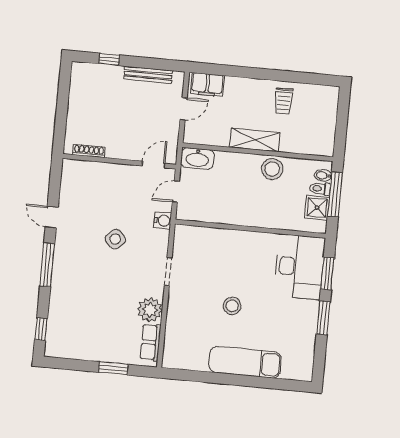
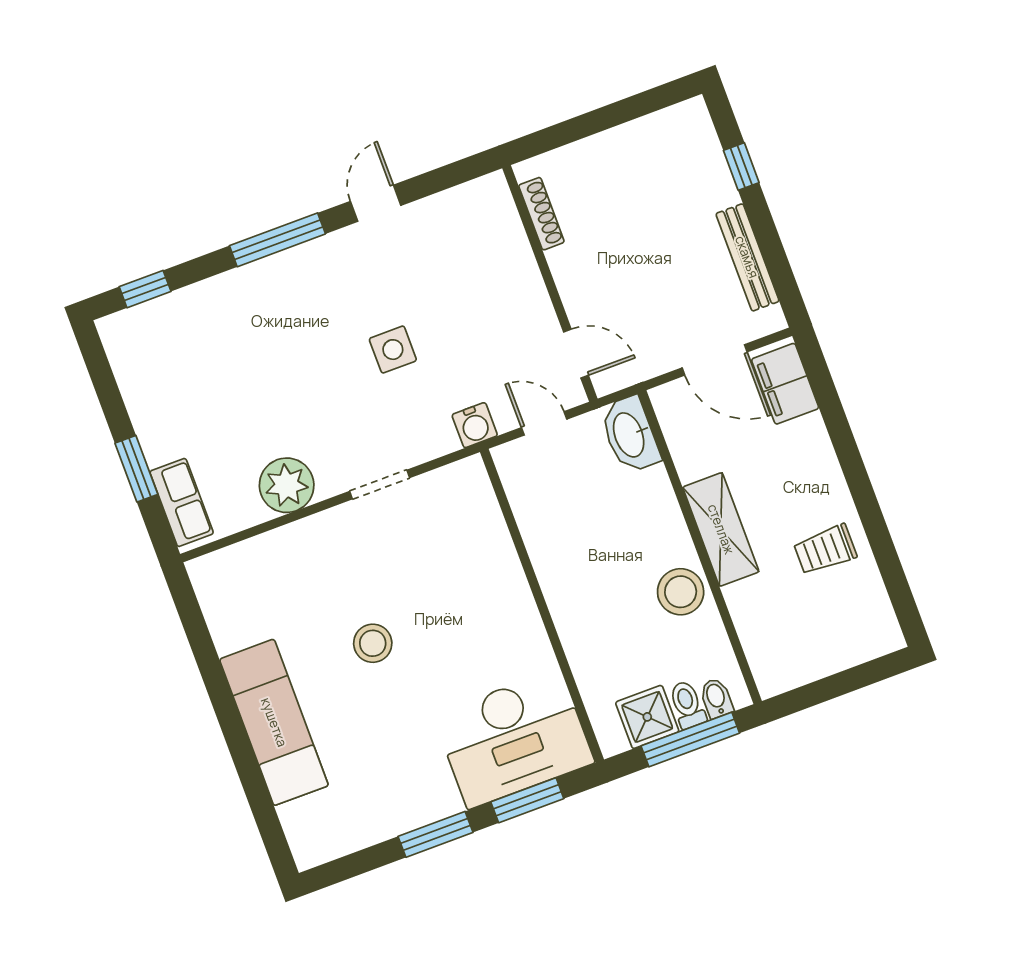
door: (184, 109) -> (715, 360), width x1.38
side table: (115, 239) -> (393, 350), turned 45
row of seats: (151, 342) -> (182, 502), moved, turned 90

